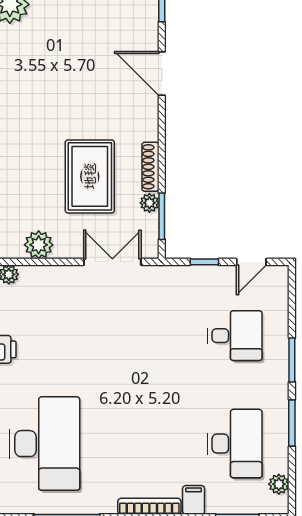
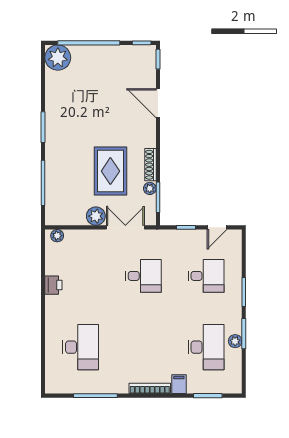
plant: (39, 245) -> (96, 216), moved
desk: (140, 336) -> (143, 276), added
desk: (44, 444) -> (81, 347), width x0.73, depth x0.77
plant: (279, 484) -> (235, 341), moved

